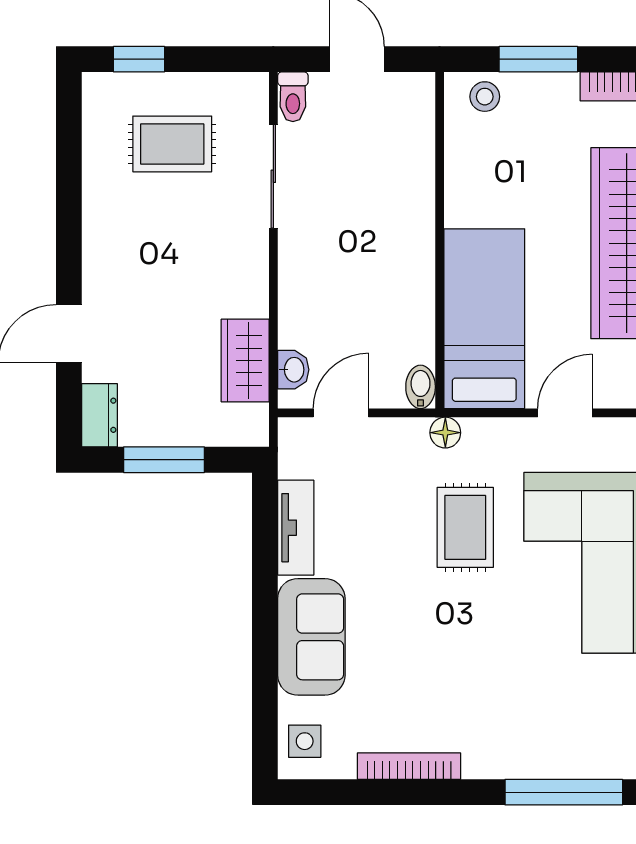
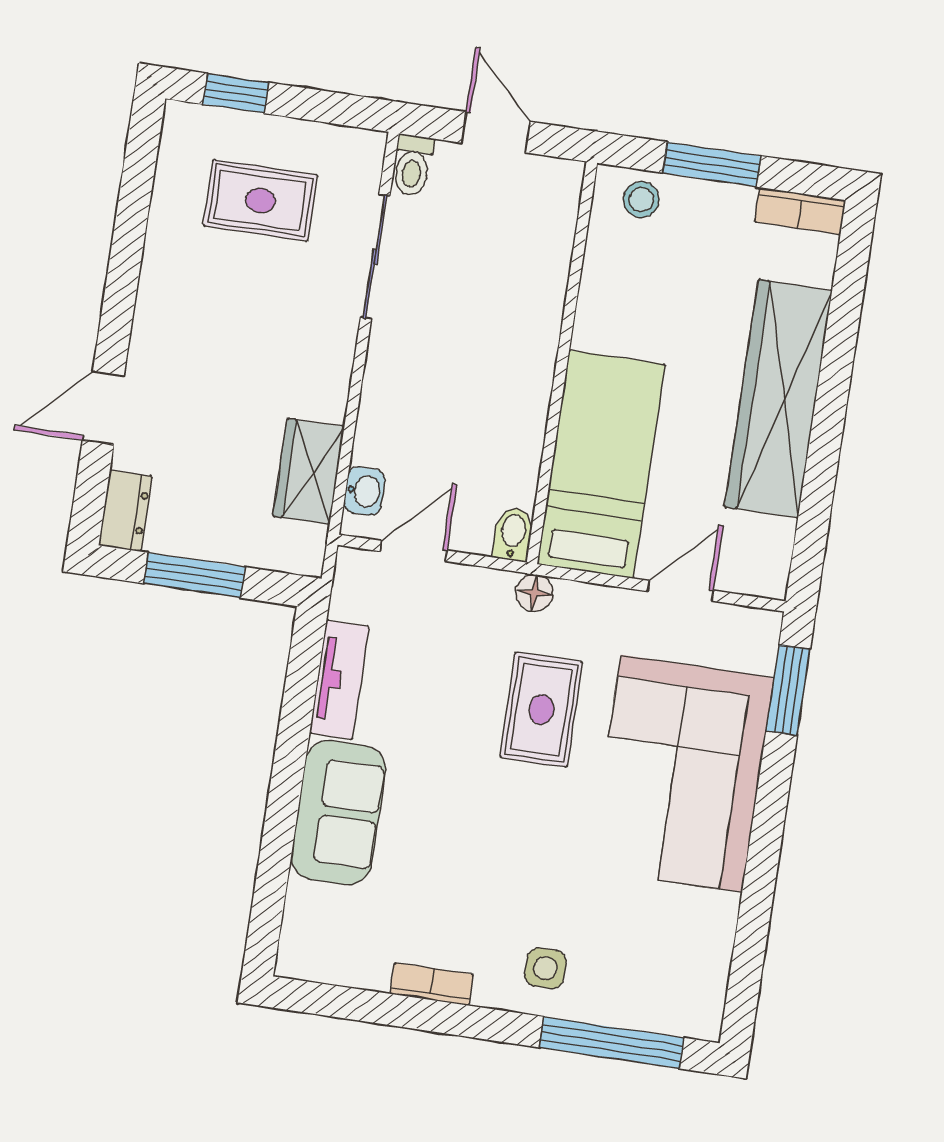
side table: (305, 741) -> (546, 968), moved
bookcase: (409, 766) -> (432, 984), width x0.64

